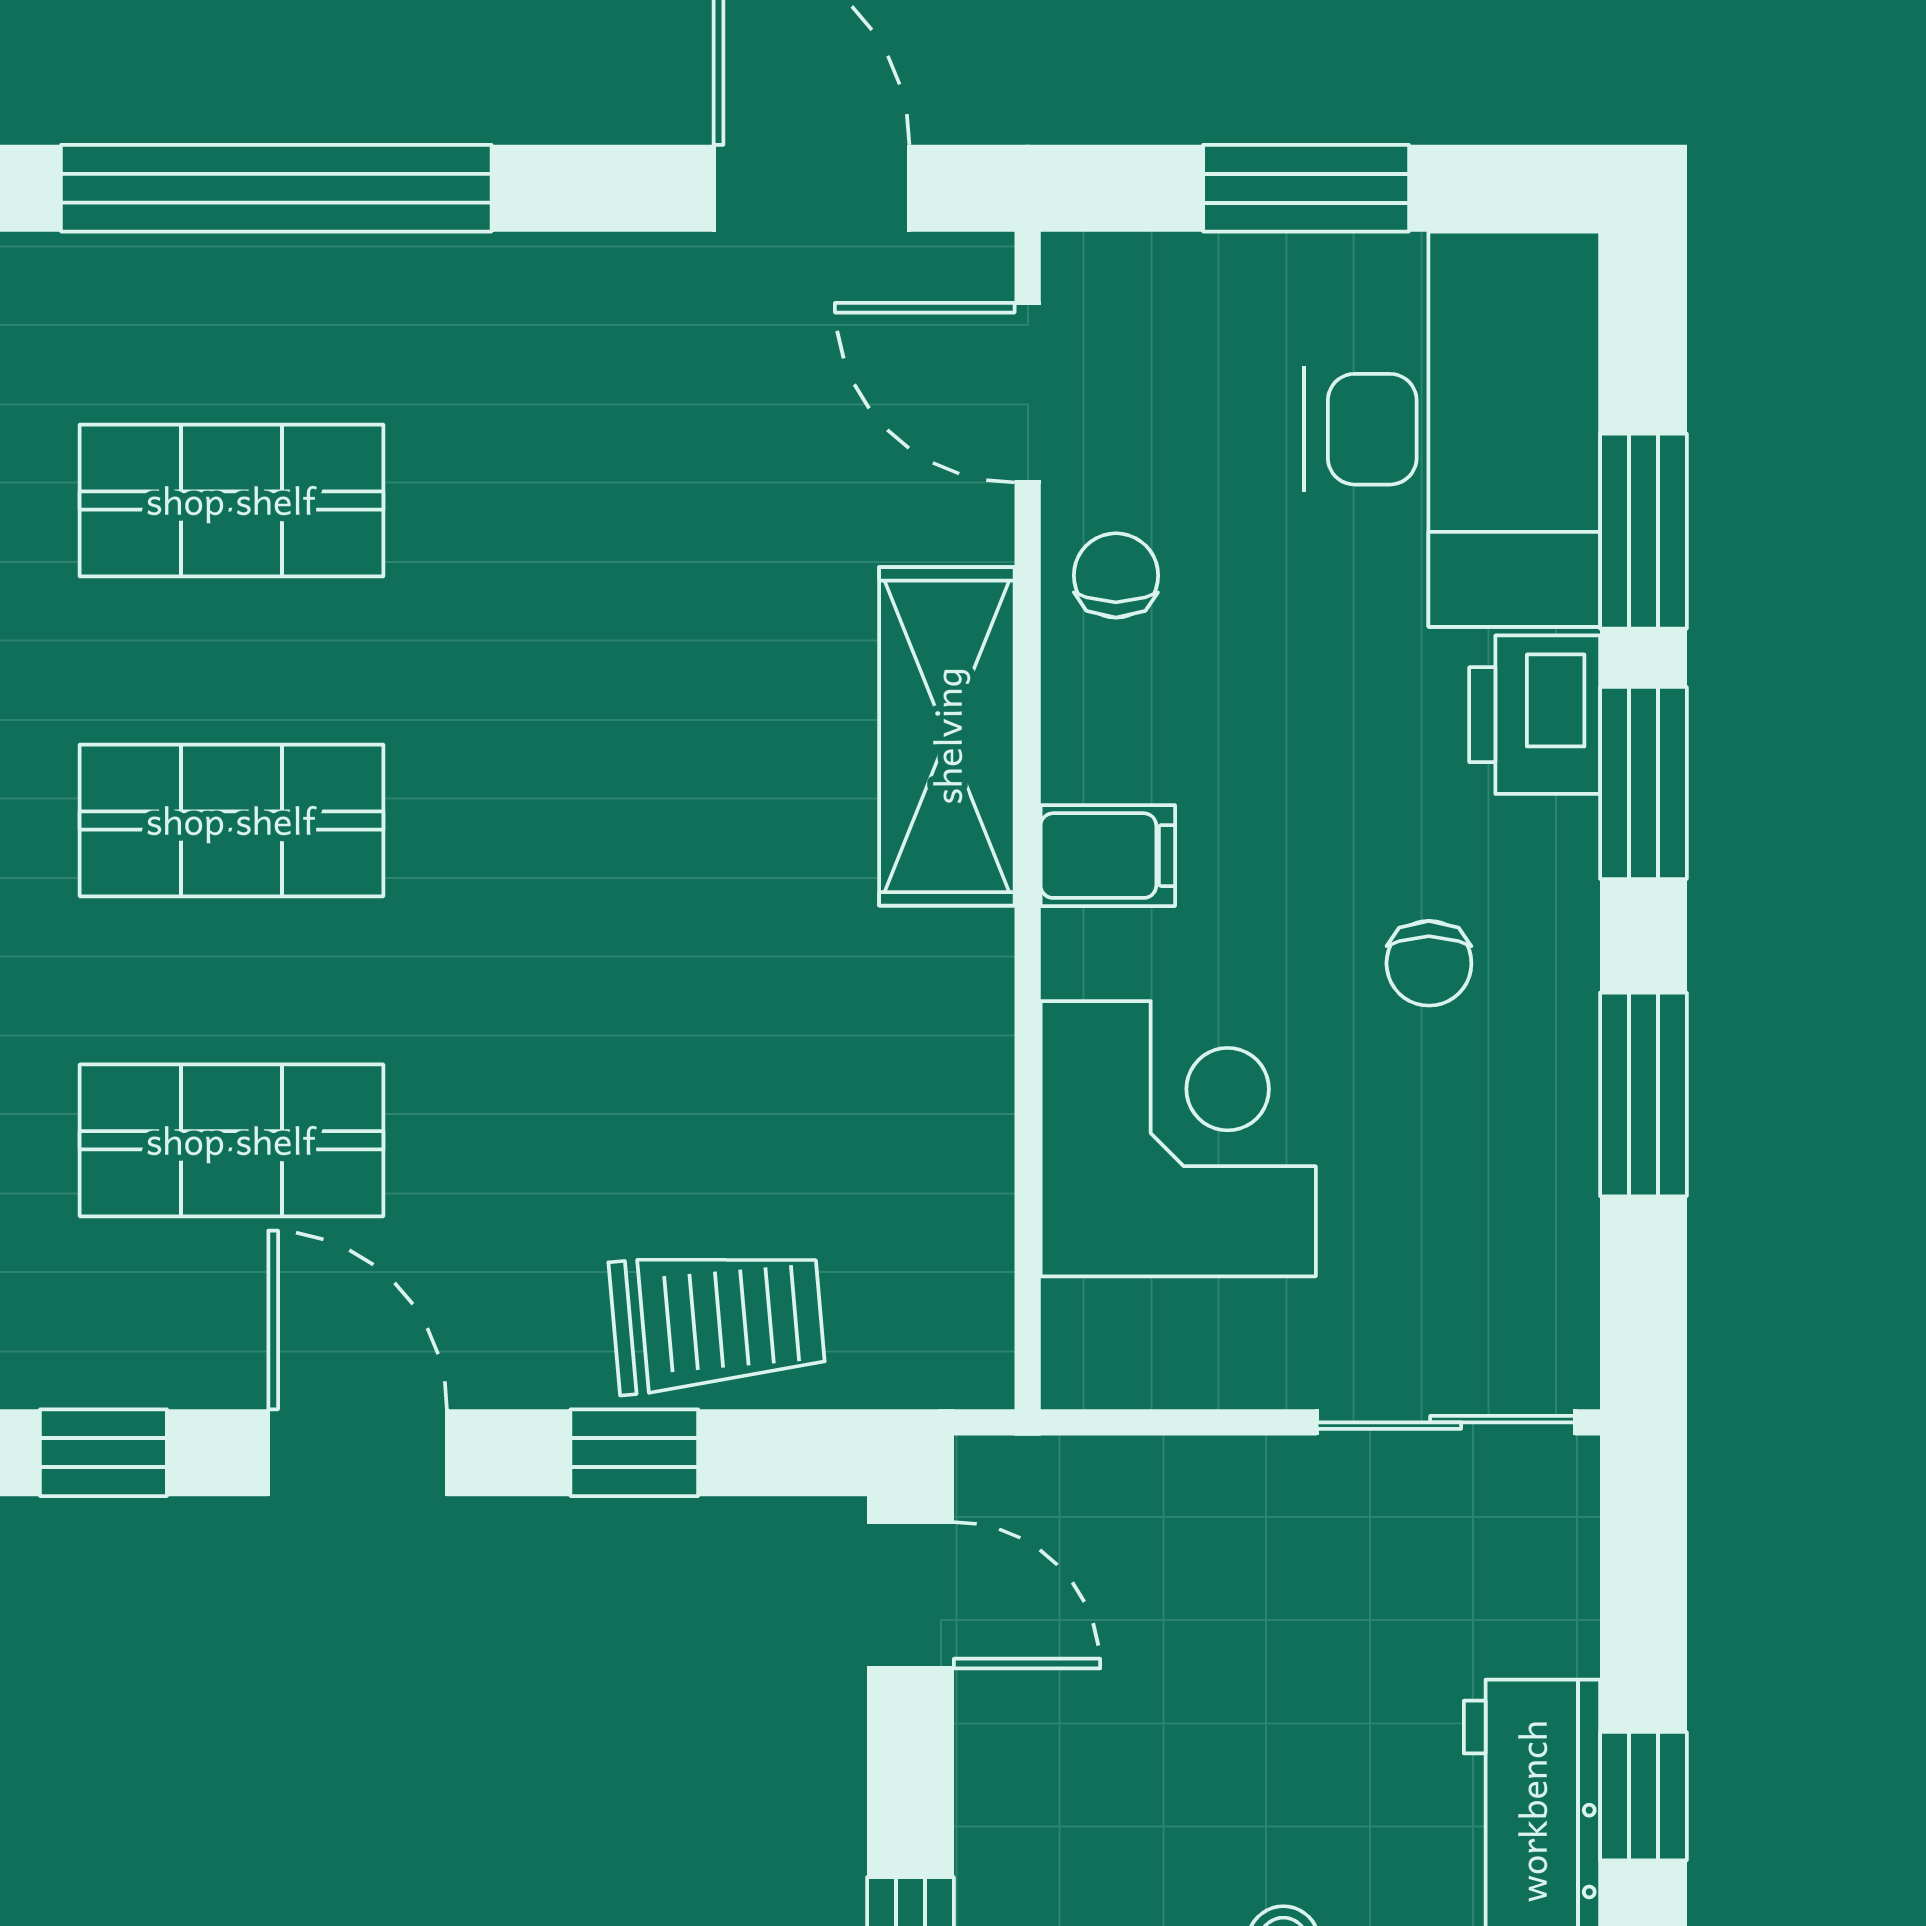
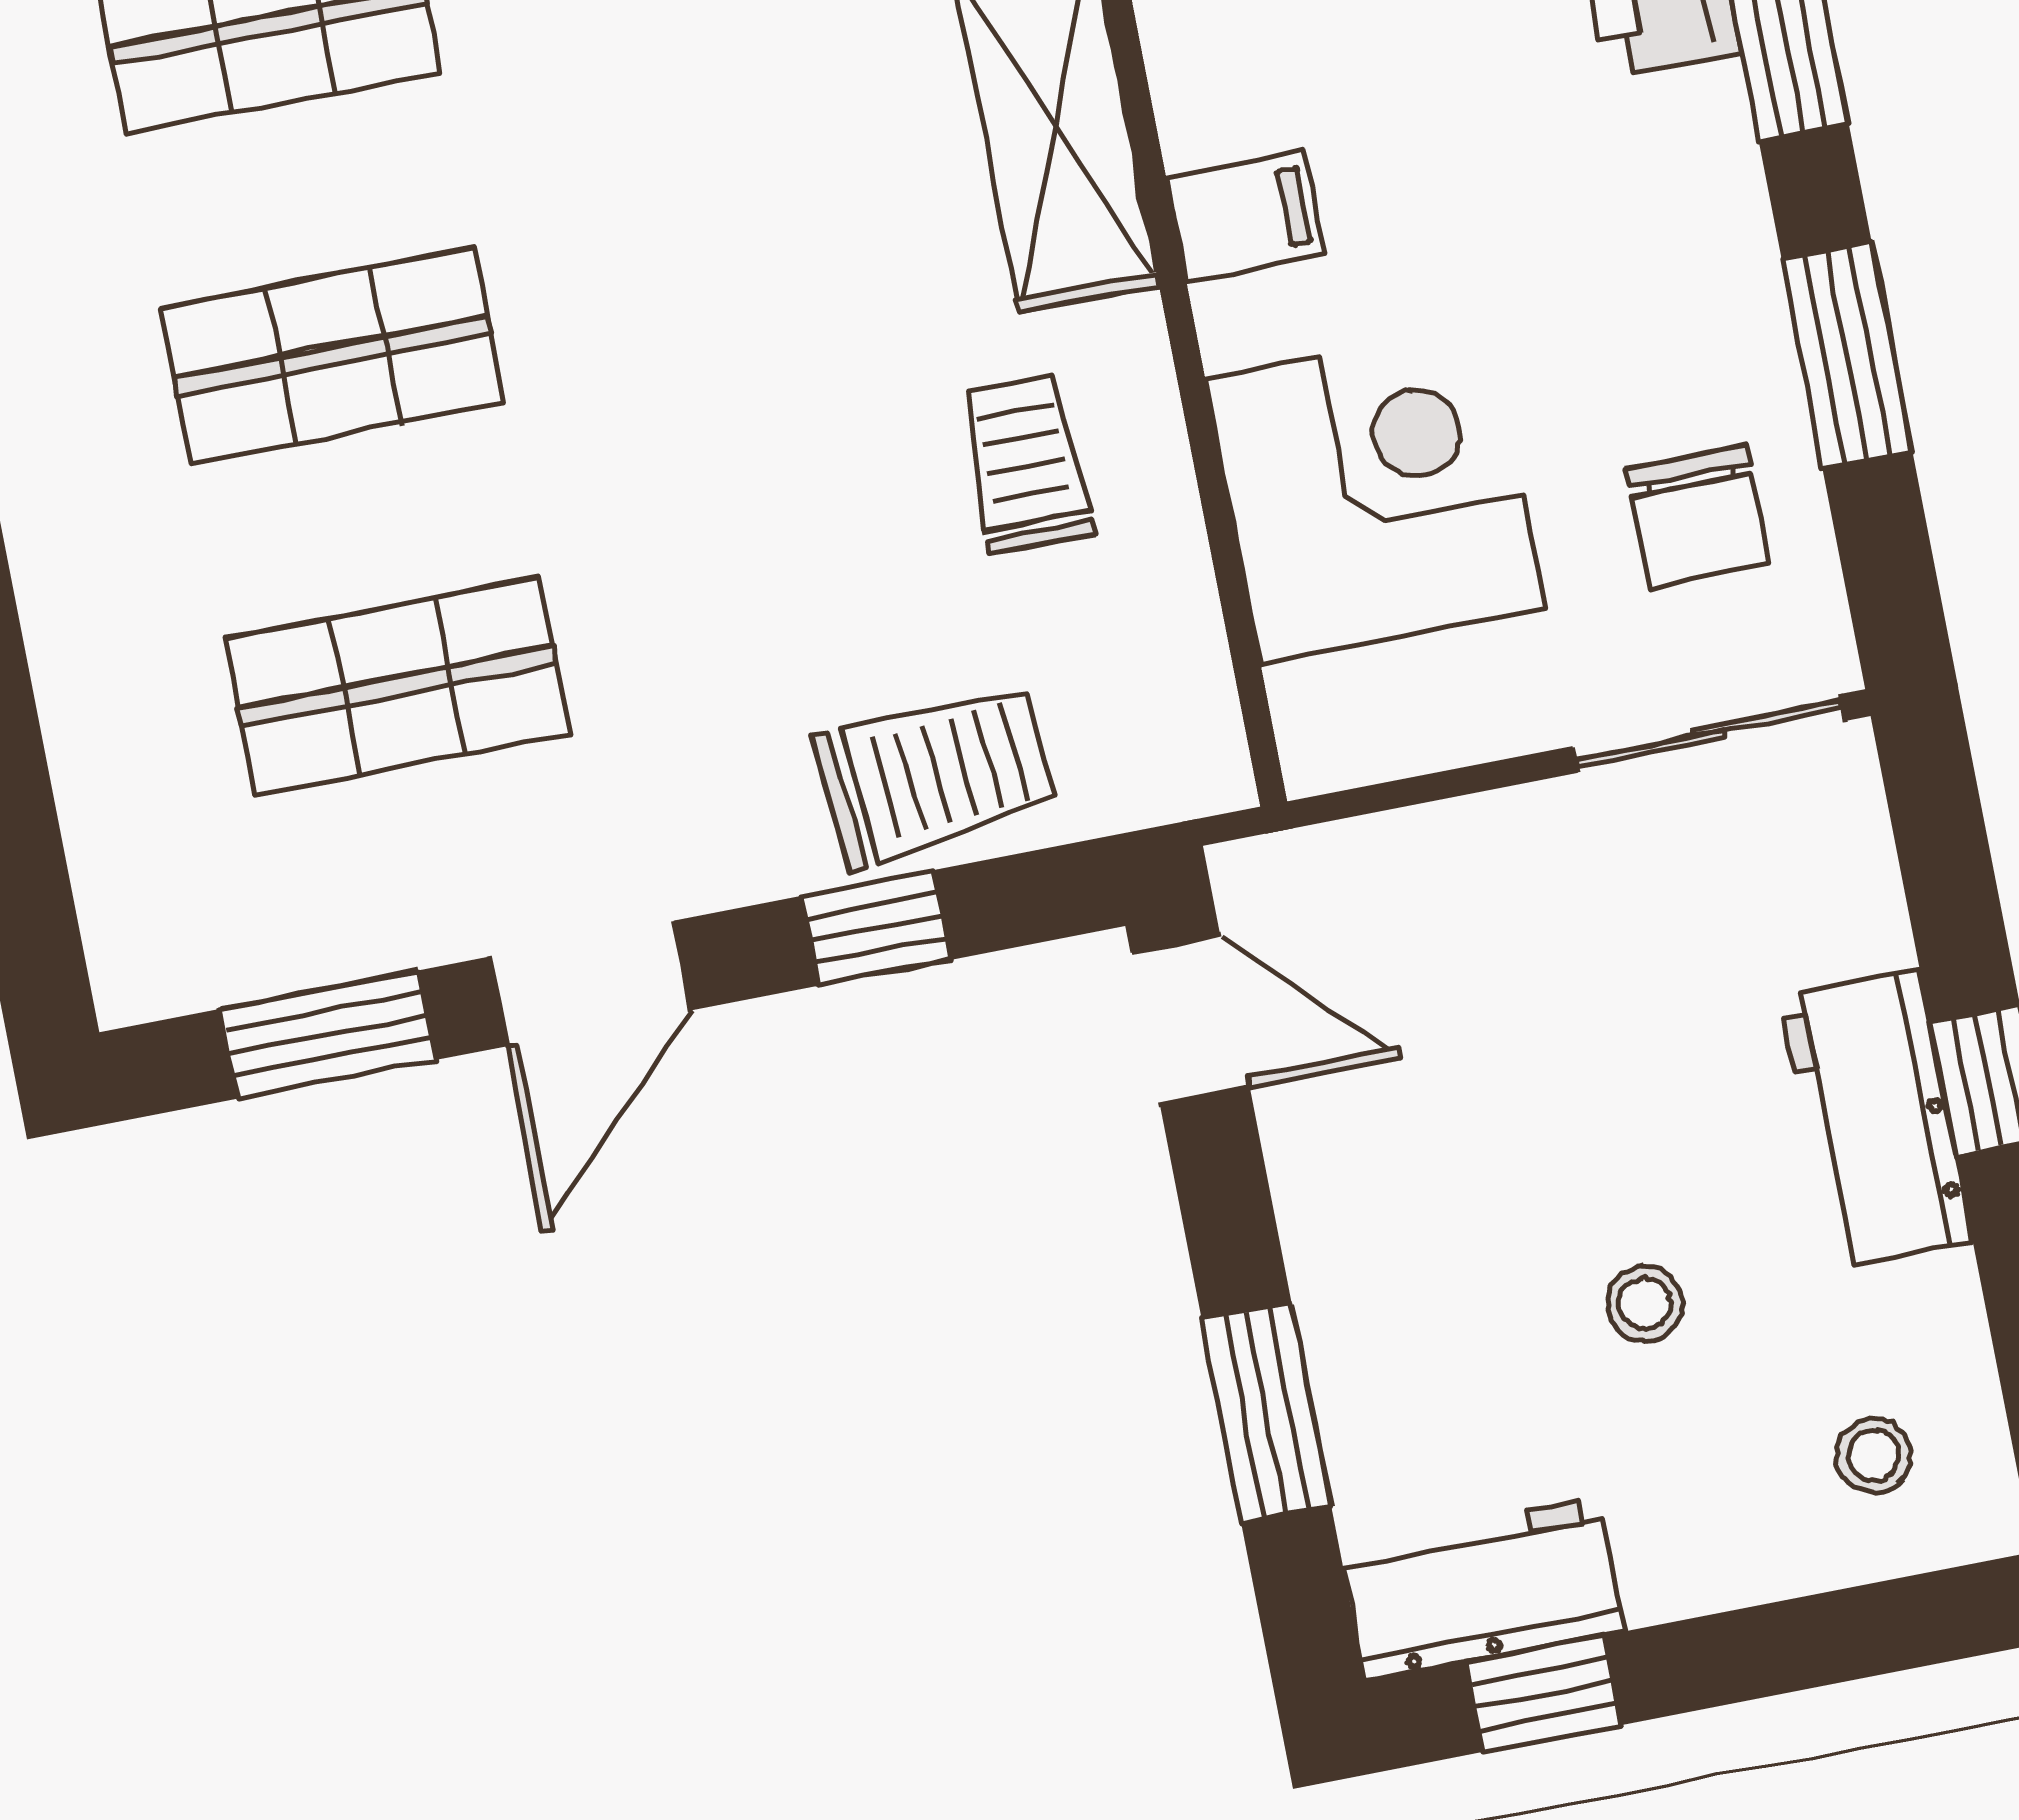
chair: (1429, 963) -> (1698, 516), moved, width x1.37, depth x1.37
trolley: (858, 1047) -> (1026, 464), added
window: (103, 1453) -> (327, 1035), width x1.50
door: (358, 1453) -> (590, 983), swing flipped

